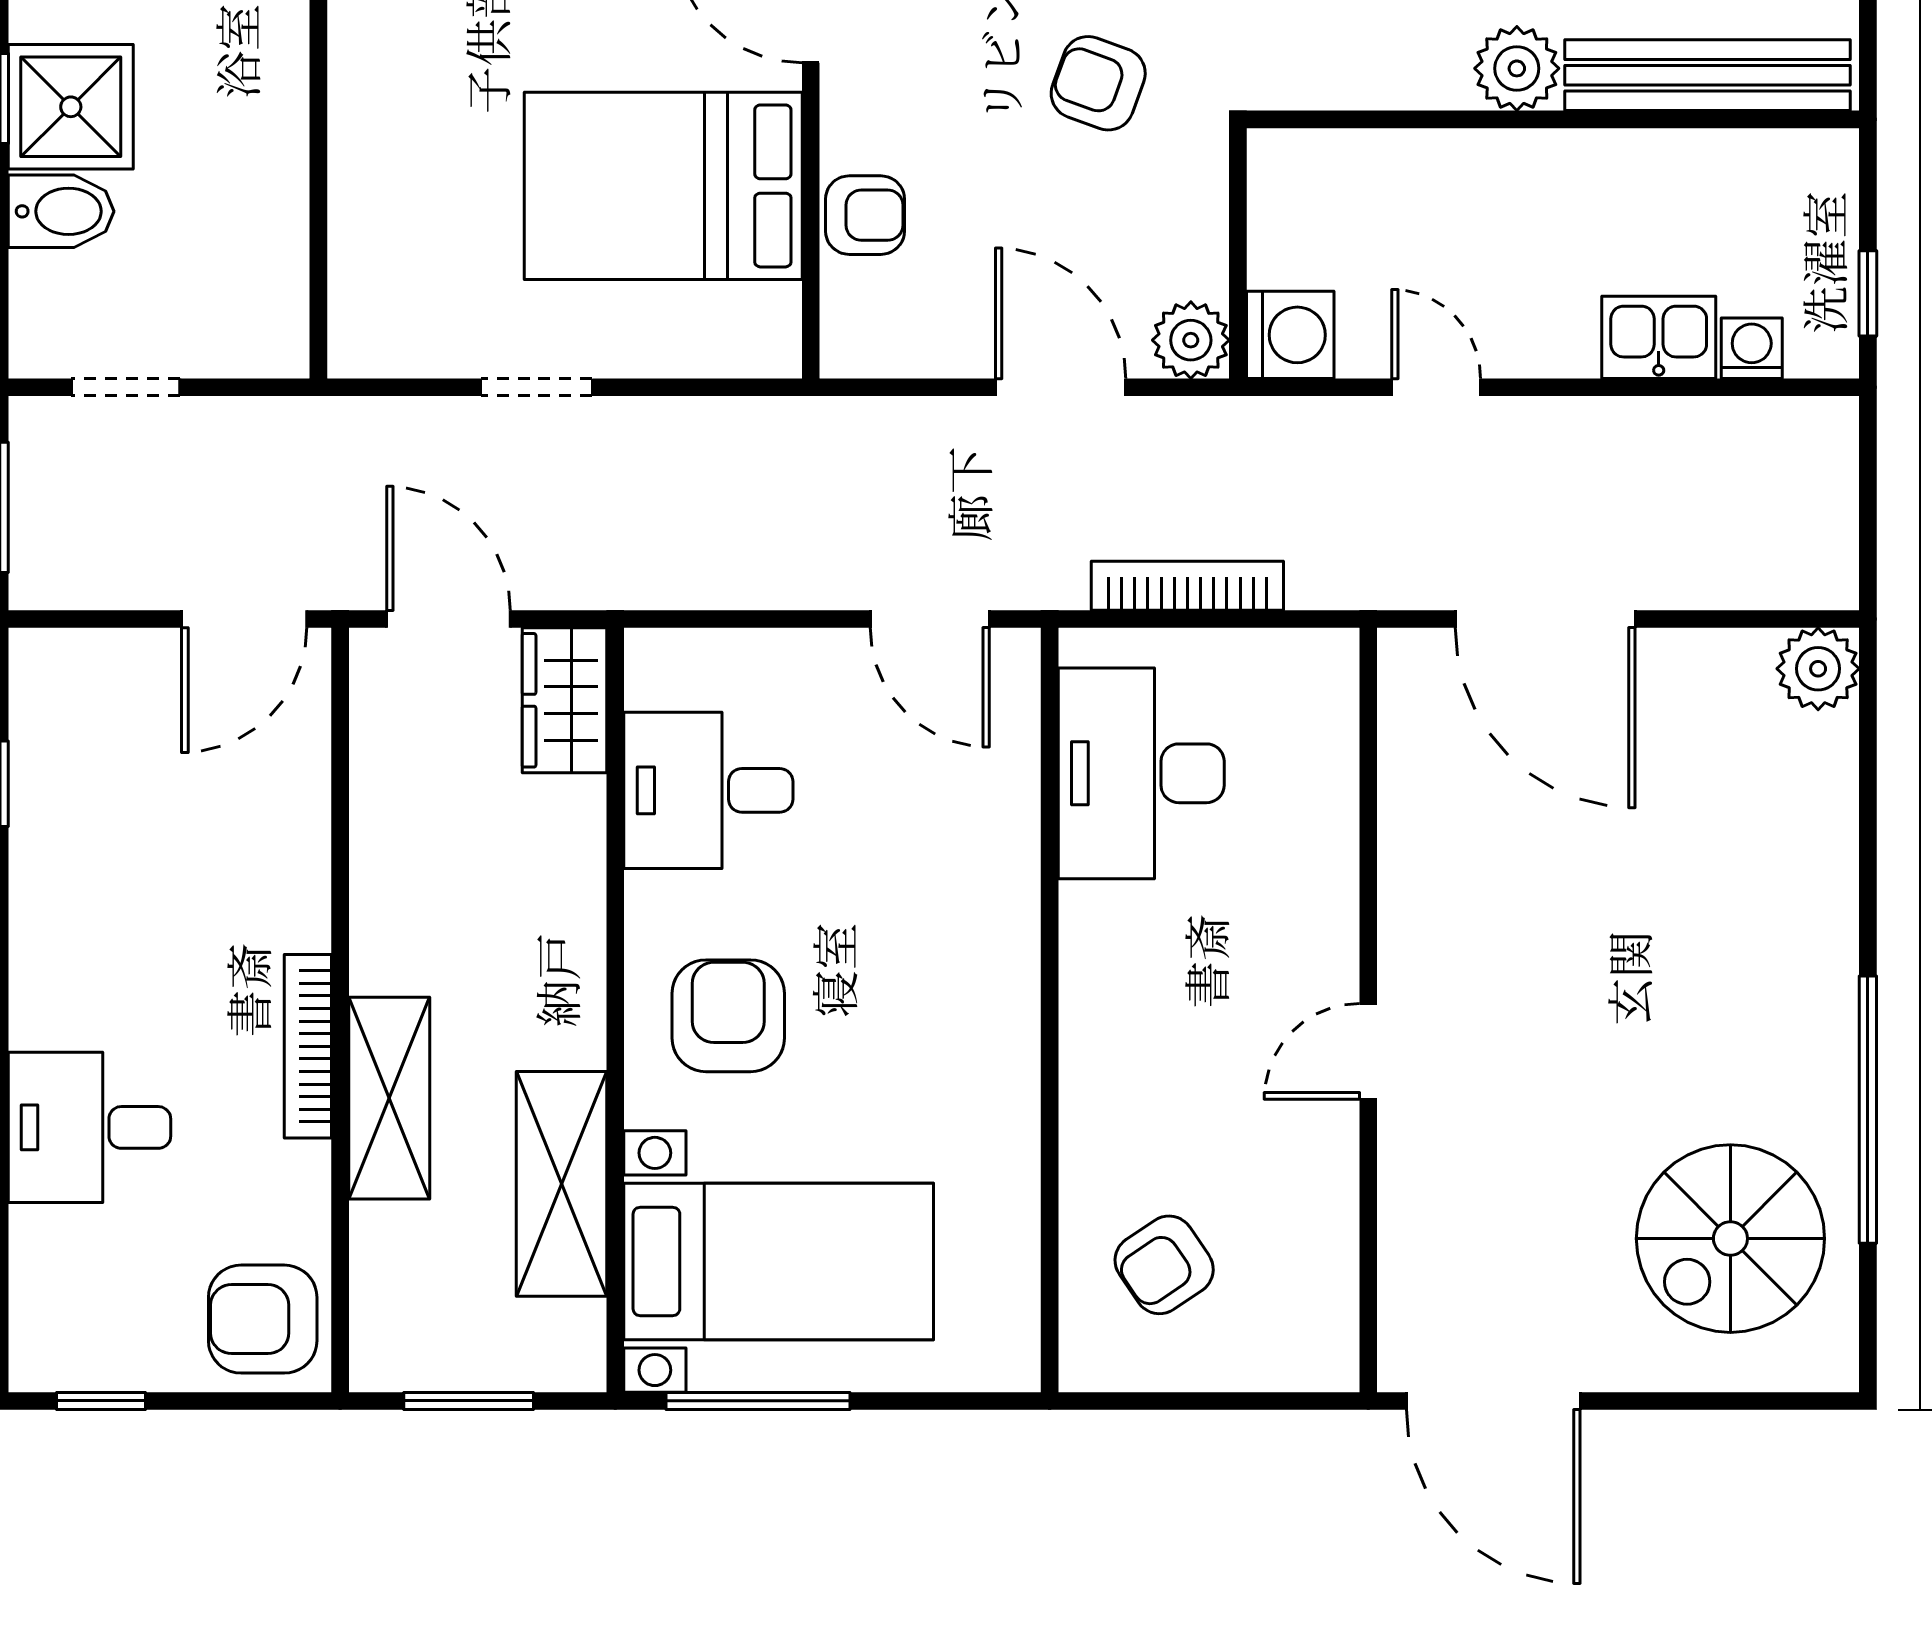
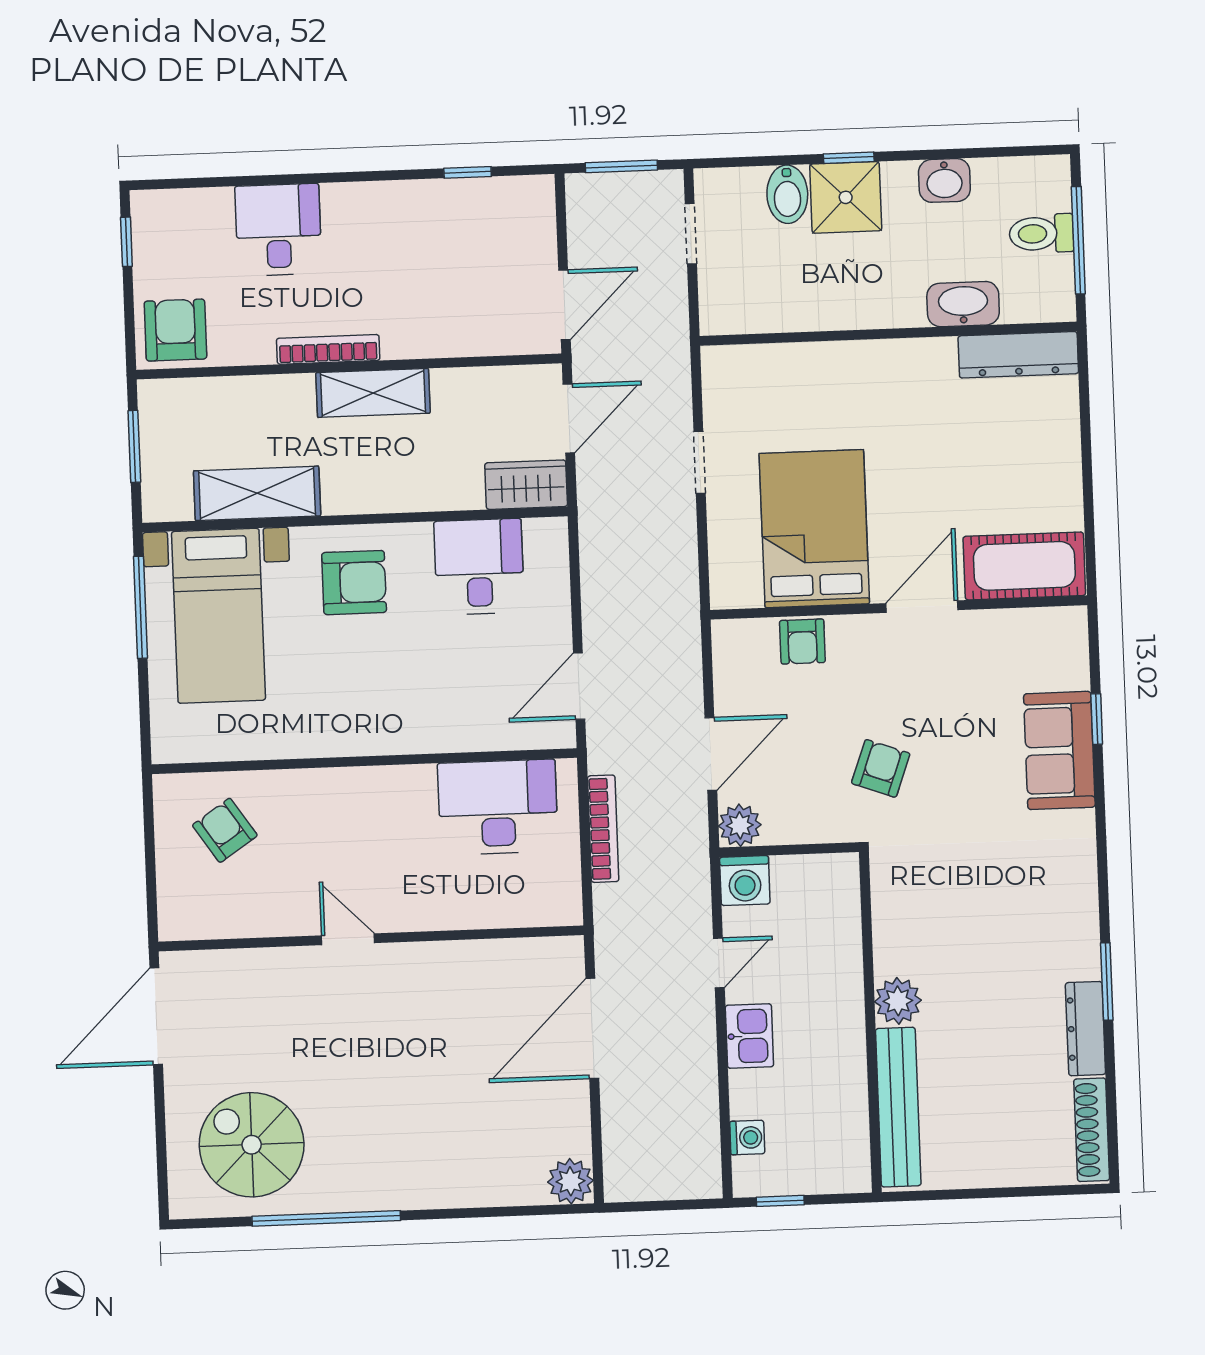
kitchen sink: (1659, 337) -> (749, 1036), moved
door: (244, 619) -> (564, 305), swing flipped
shelving: (389, 1098) -> (373, 393), moved

